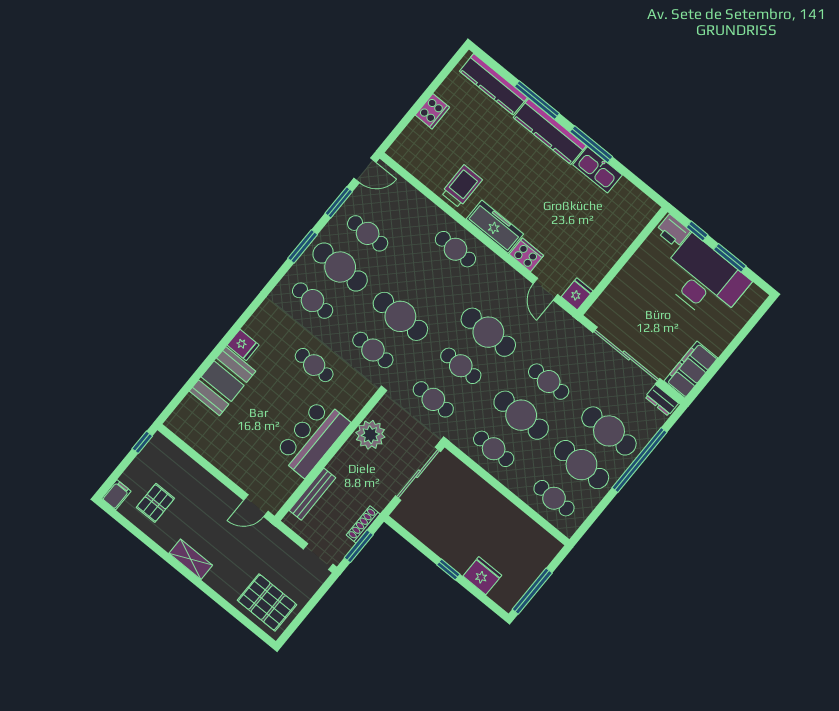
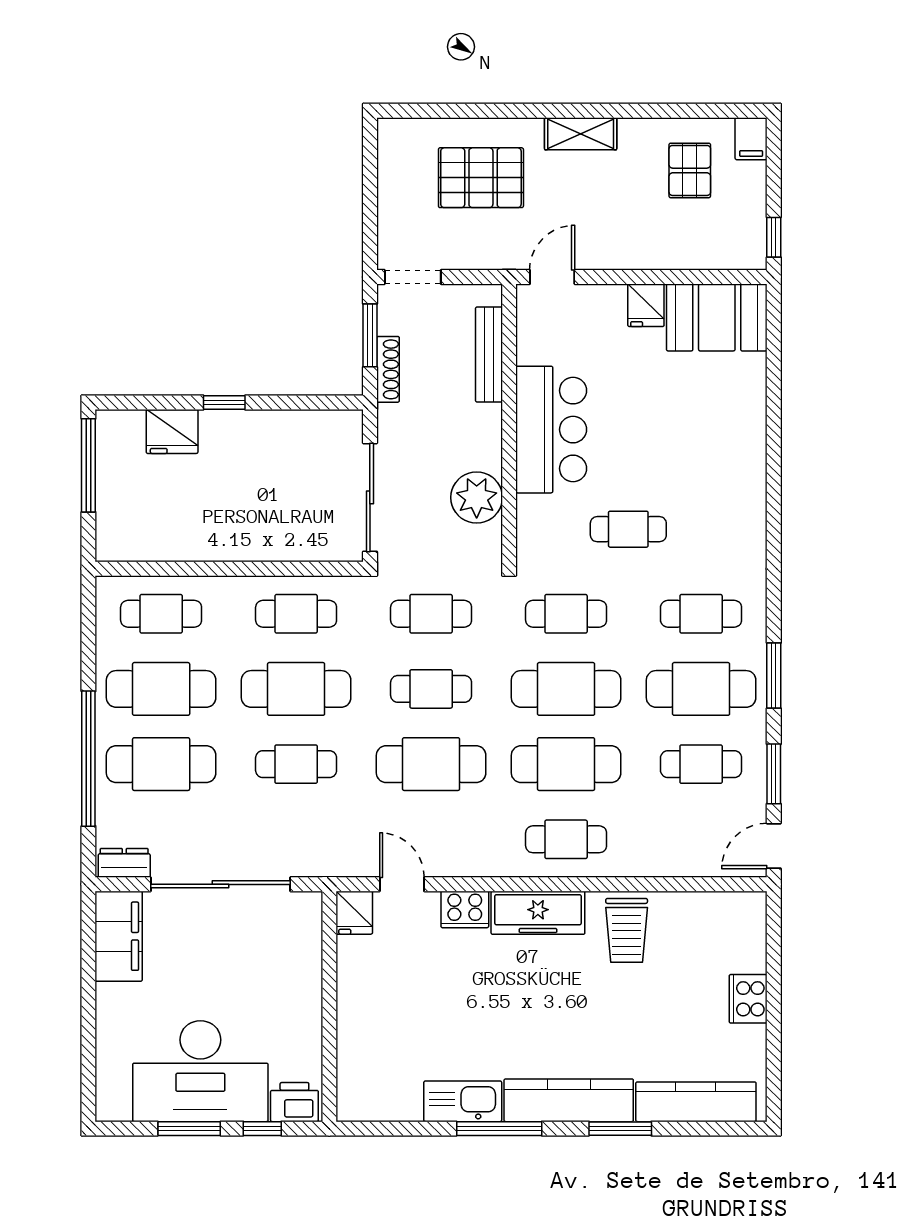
window: (537, 100) -> (620, 1129), width x0.69
cafe table: (428, 283) -> (566, 764), added
fridge: (243, 345) -> (646, 305), moved, turned -90
booth: (223, 381) -> (717, 317), moved, turned 90
pallet: (267, 602) -> (481, 178), moved

